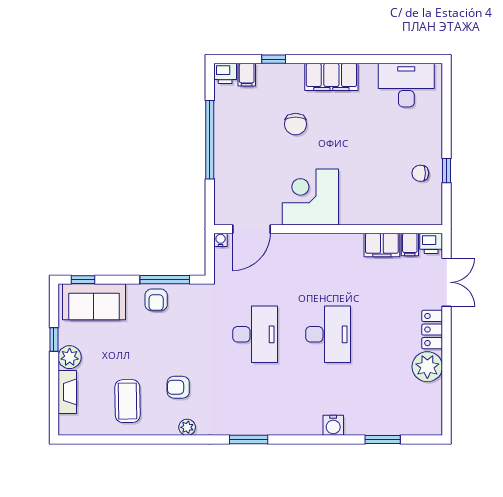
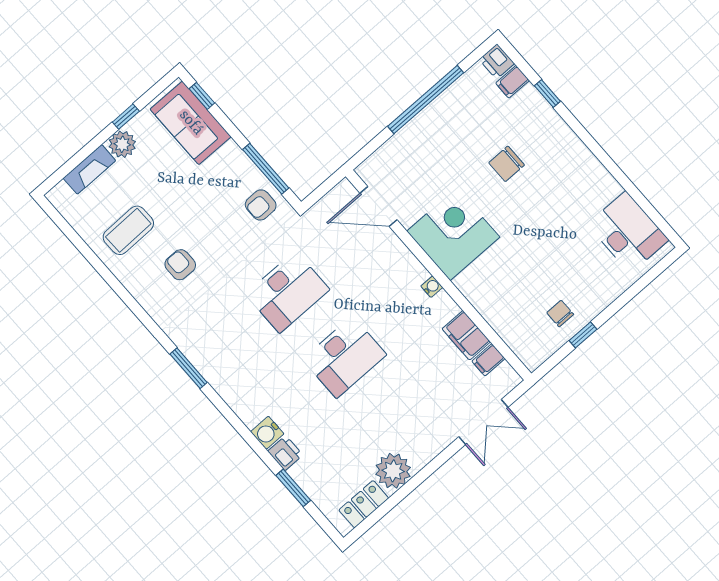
filing cabinet: (331, 77) -> (577, 159), removed
water cooler: (221, 240) -> (432, 287), moved
printer: (431, 243) -> (285, 453), moved, turned 180
armchair: (156, 300) -> (261, 205), moved
locker: (432, 330) -> (364, 504), moved
plant: (187, 427) -> (151, 304), removed

